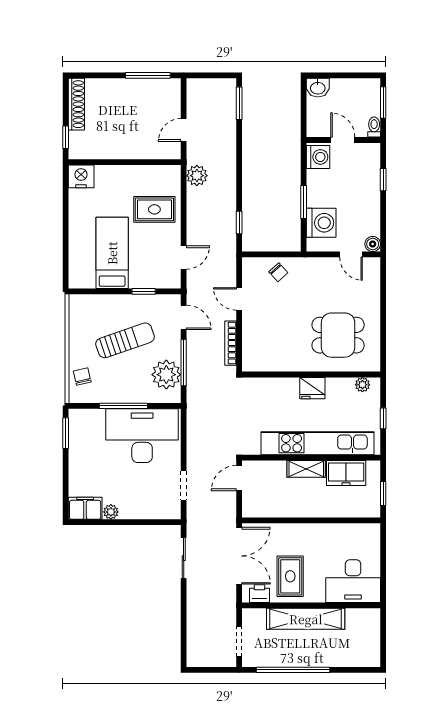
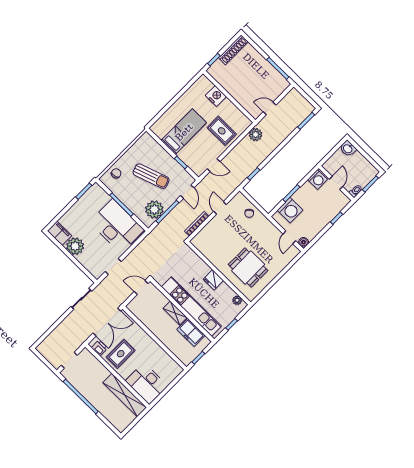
nightstand: (81, 176) -> (216, 96), moved
plant: (111, 512) -> (75, 246), width x1.87, depth x1.87
shelving: (306, 619) -> (125, 395), moved

